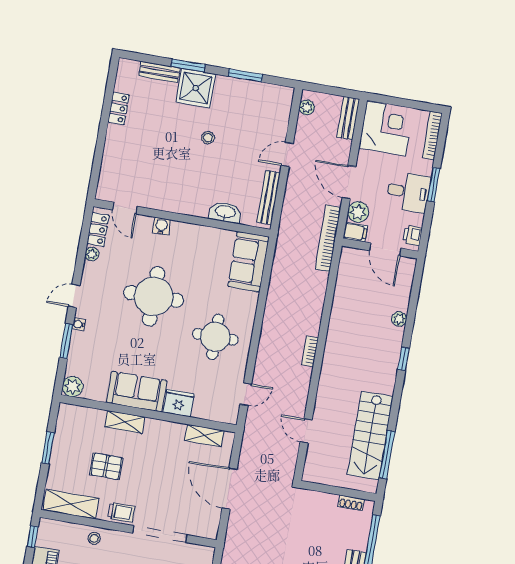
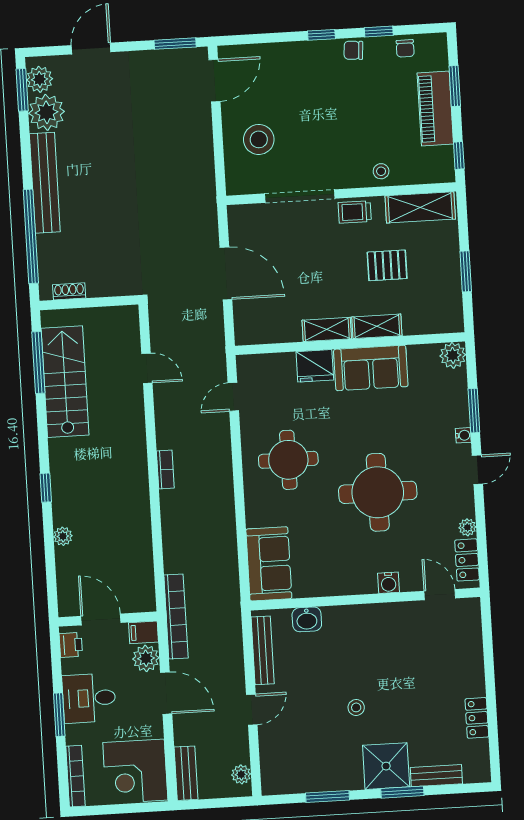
washbasin: (225, 212) -> (307, 619), width x0.72
shelving: (204, 436) -> (327, 329), moved

